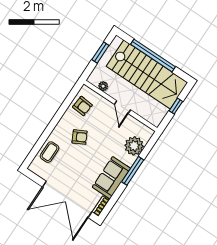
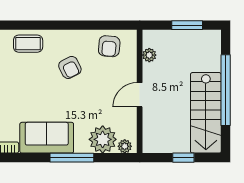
stairs: (147, 74) -> (206, 113), width x0.73, depth x0.66
plant: (147, 136) -> (125, 146), added

